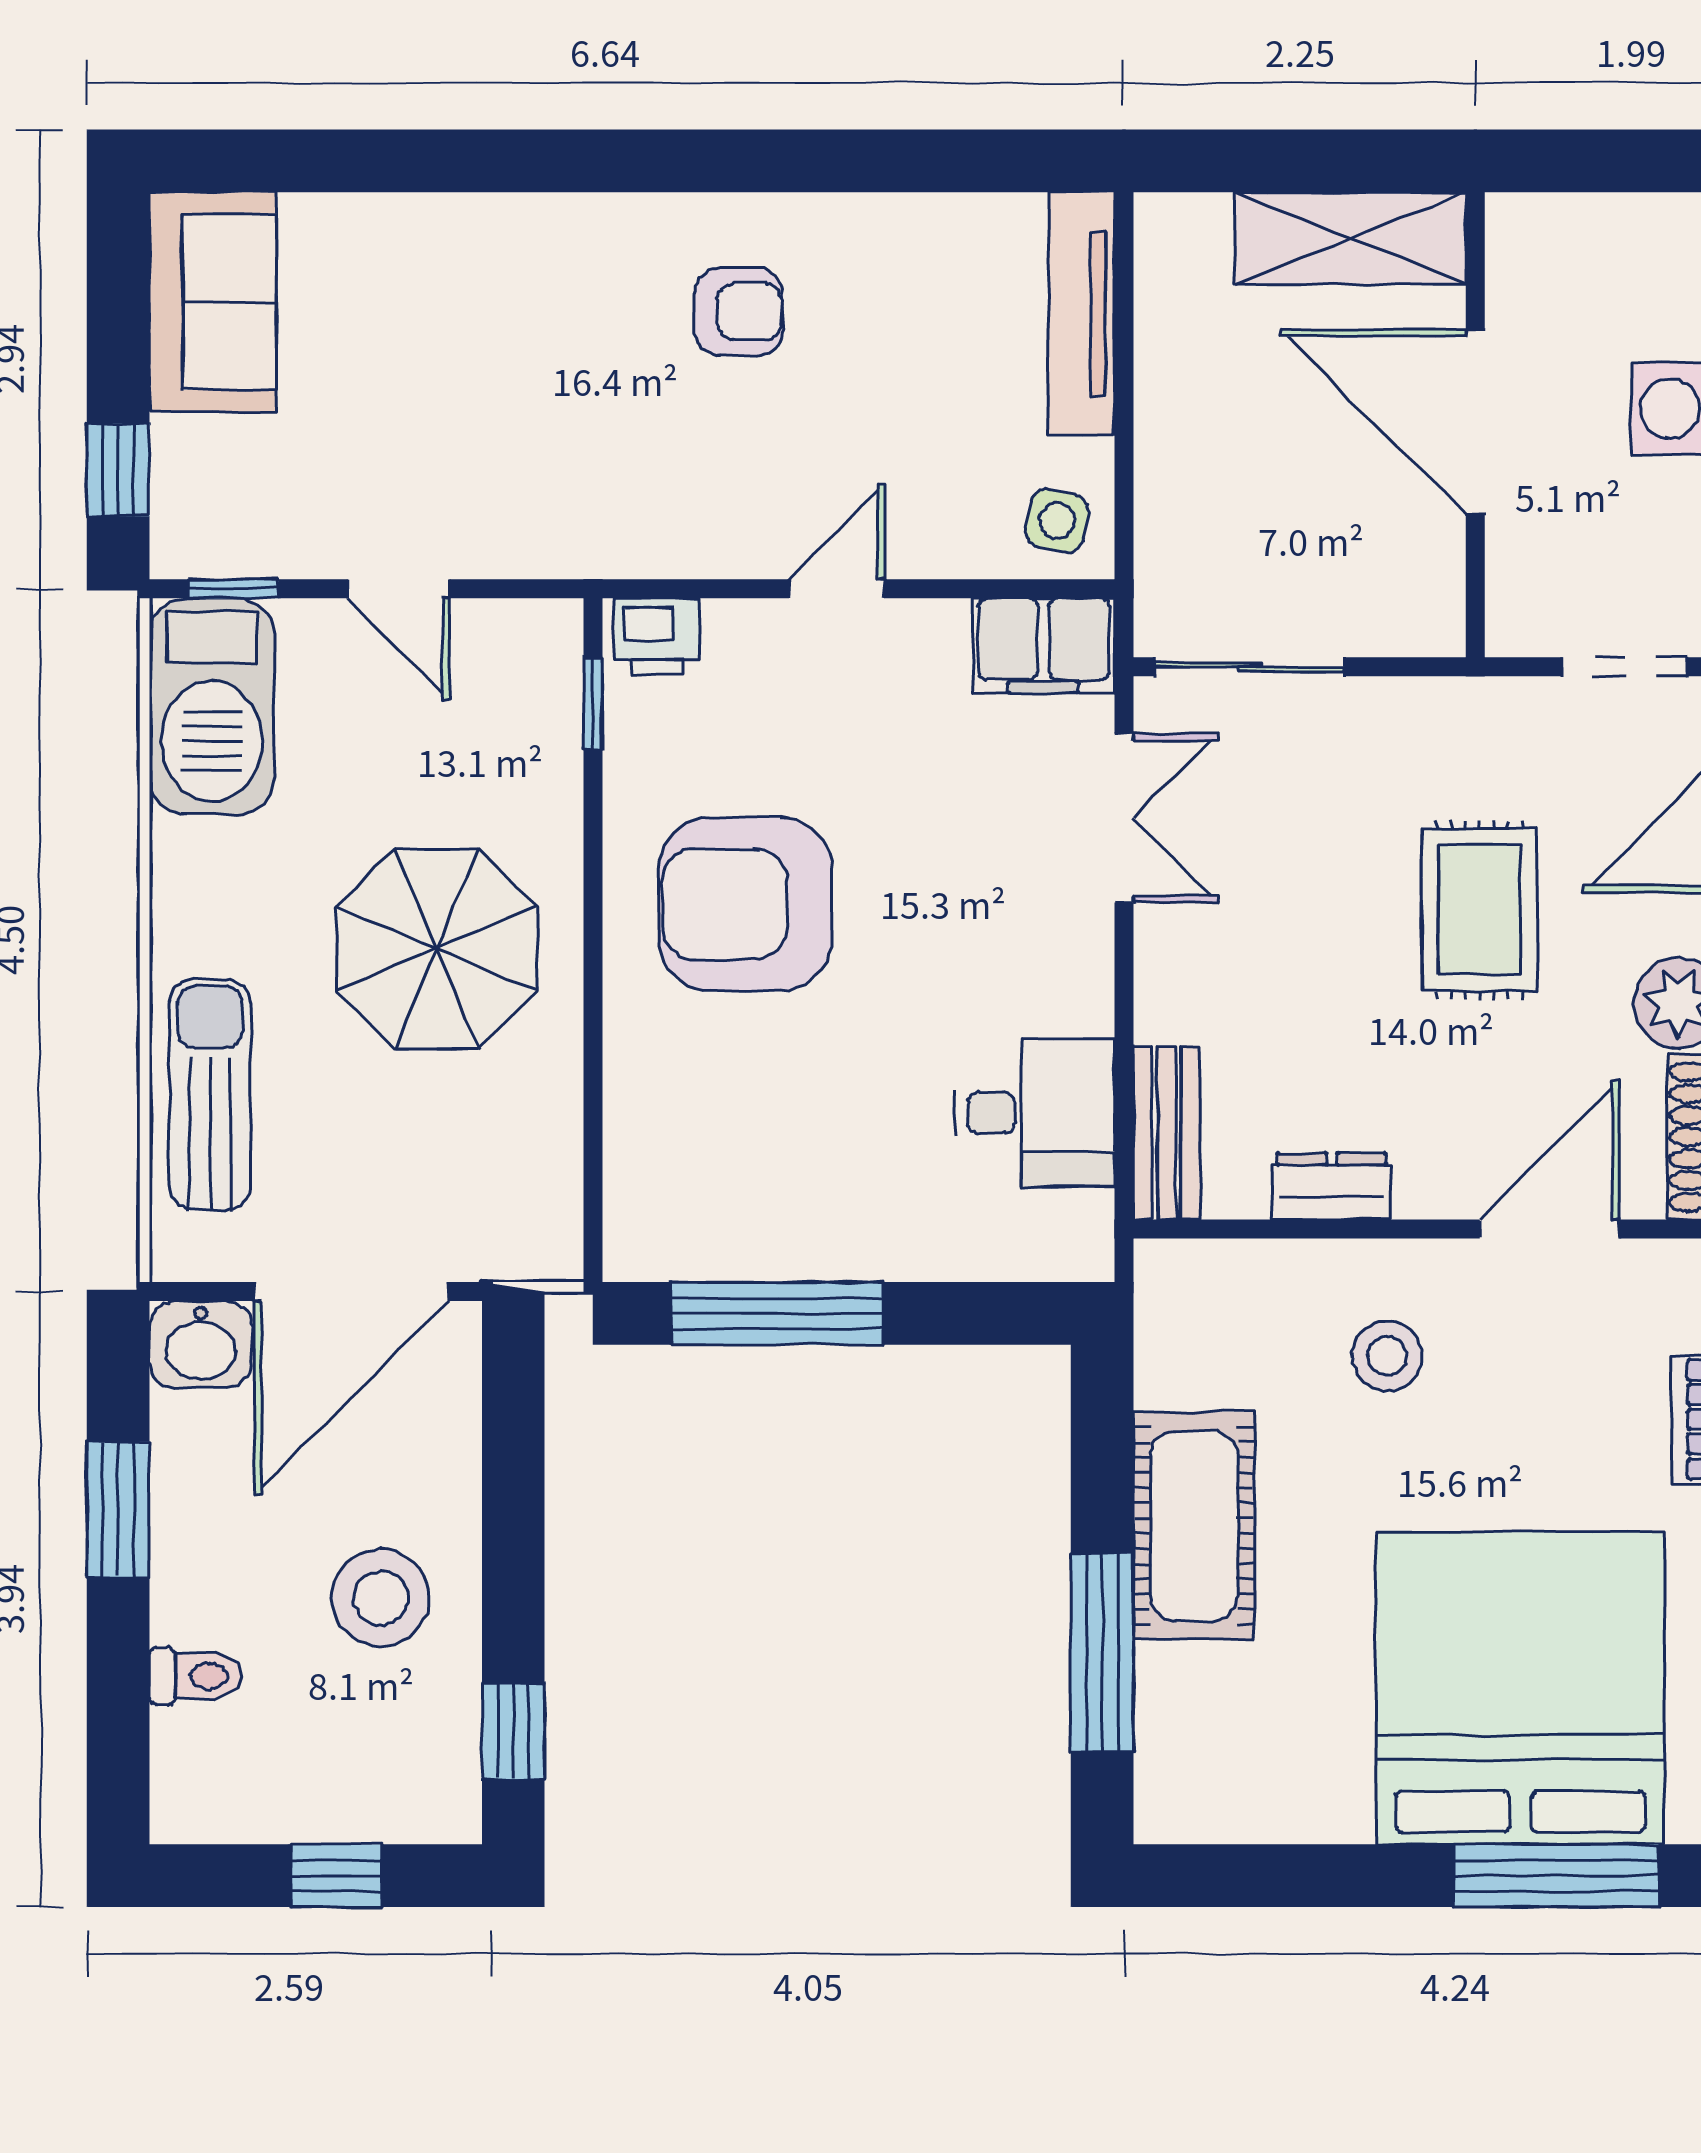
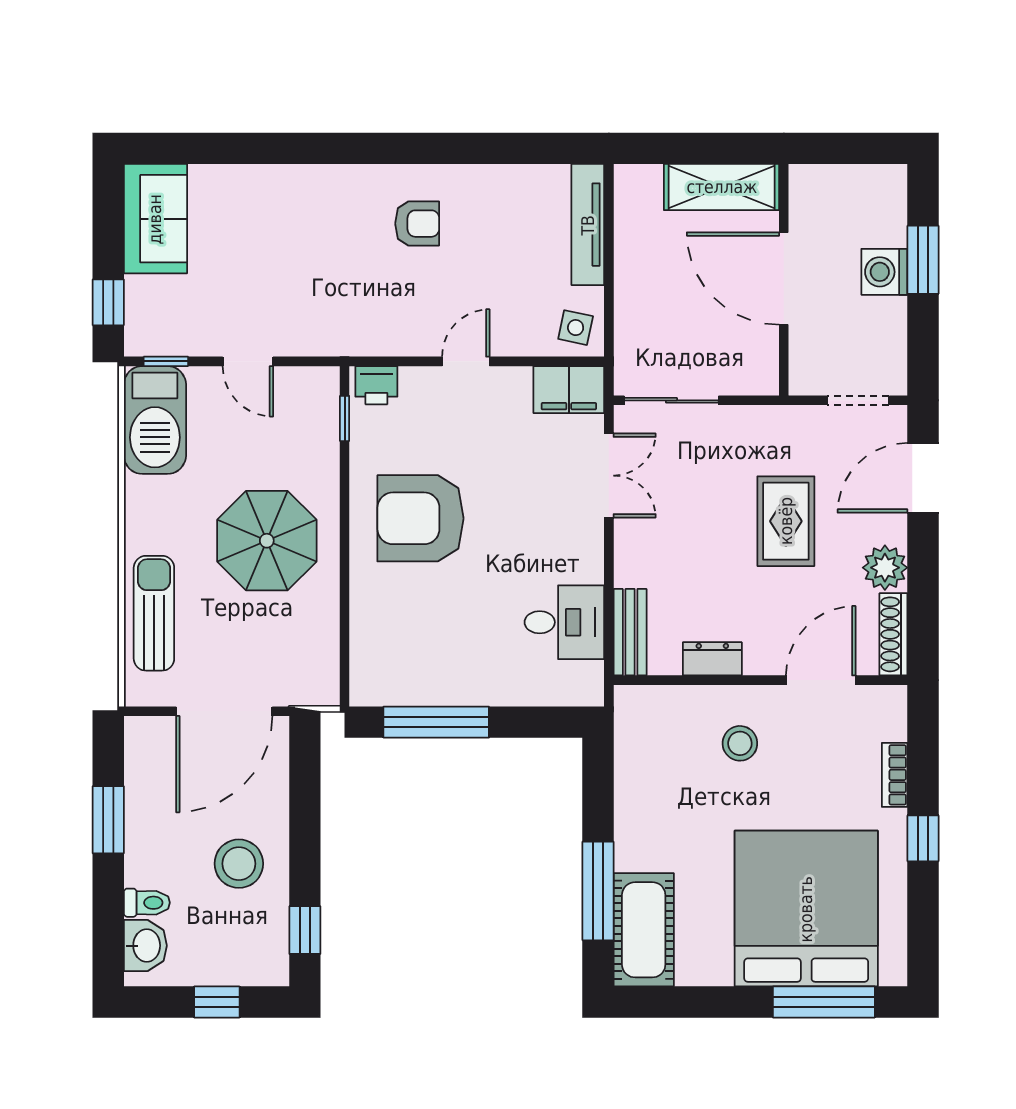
washbasin: (201, 1344) -> (145, 946), moved, turned -90
cot: (1194, 1526) -> (644, 930), moved

